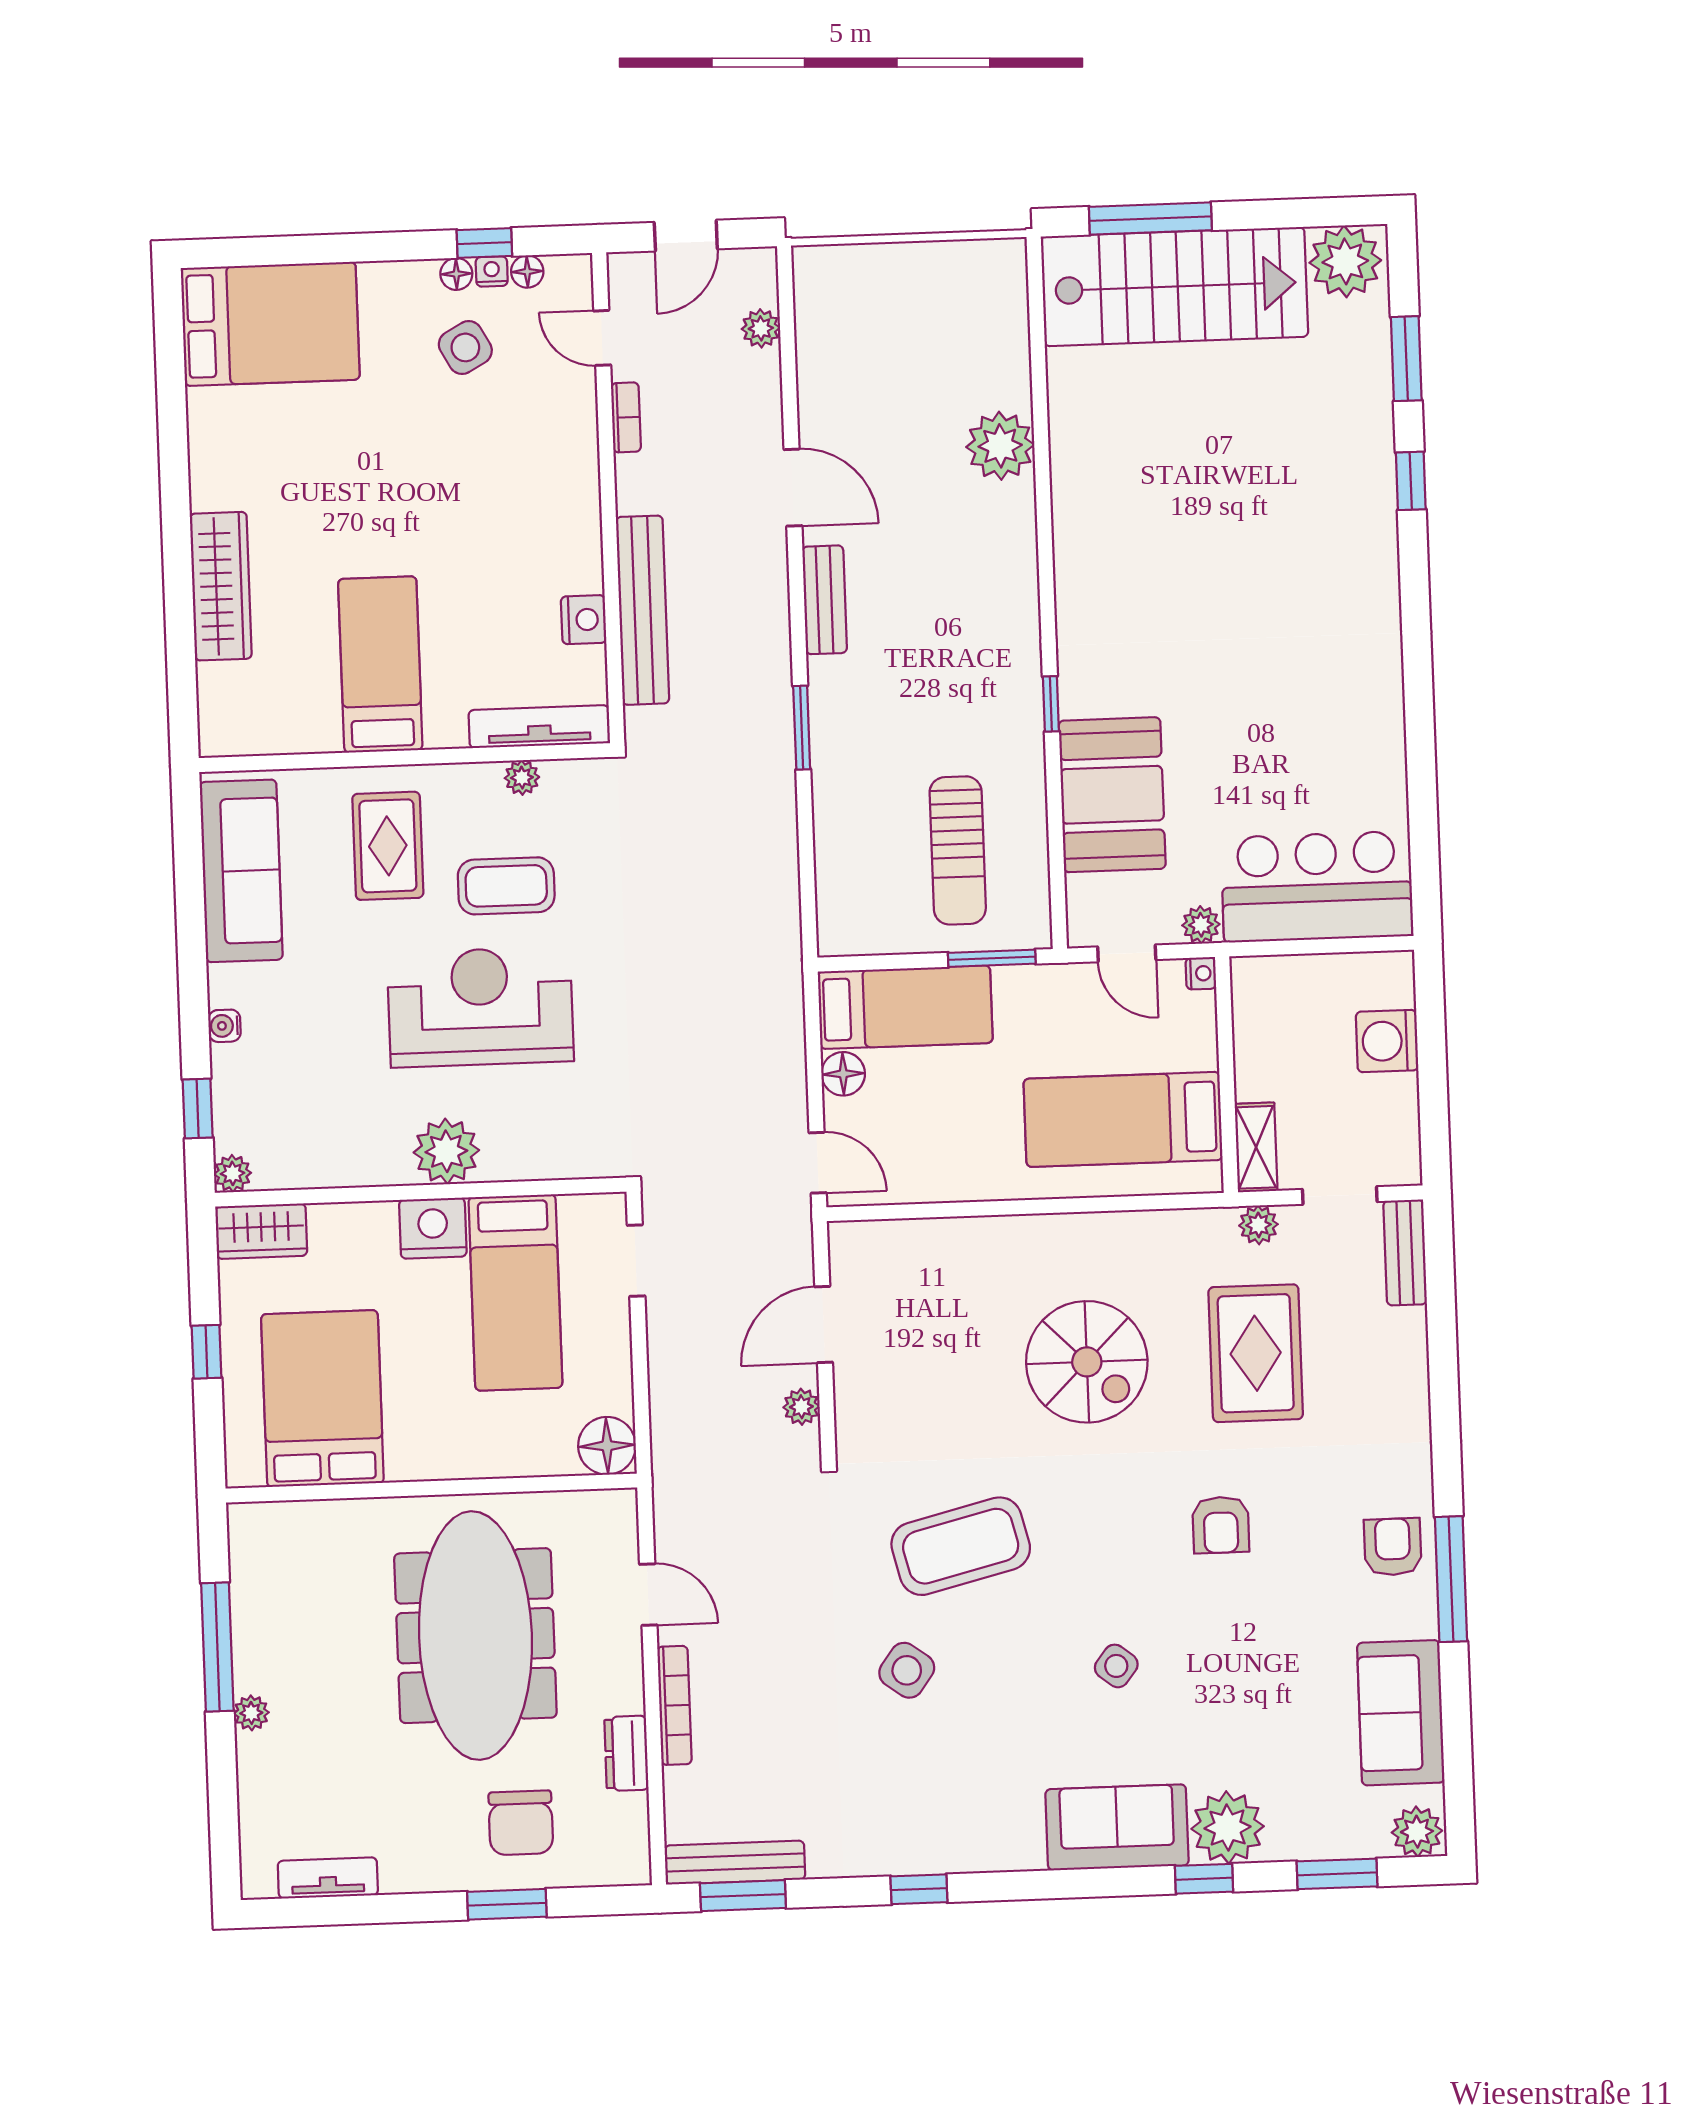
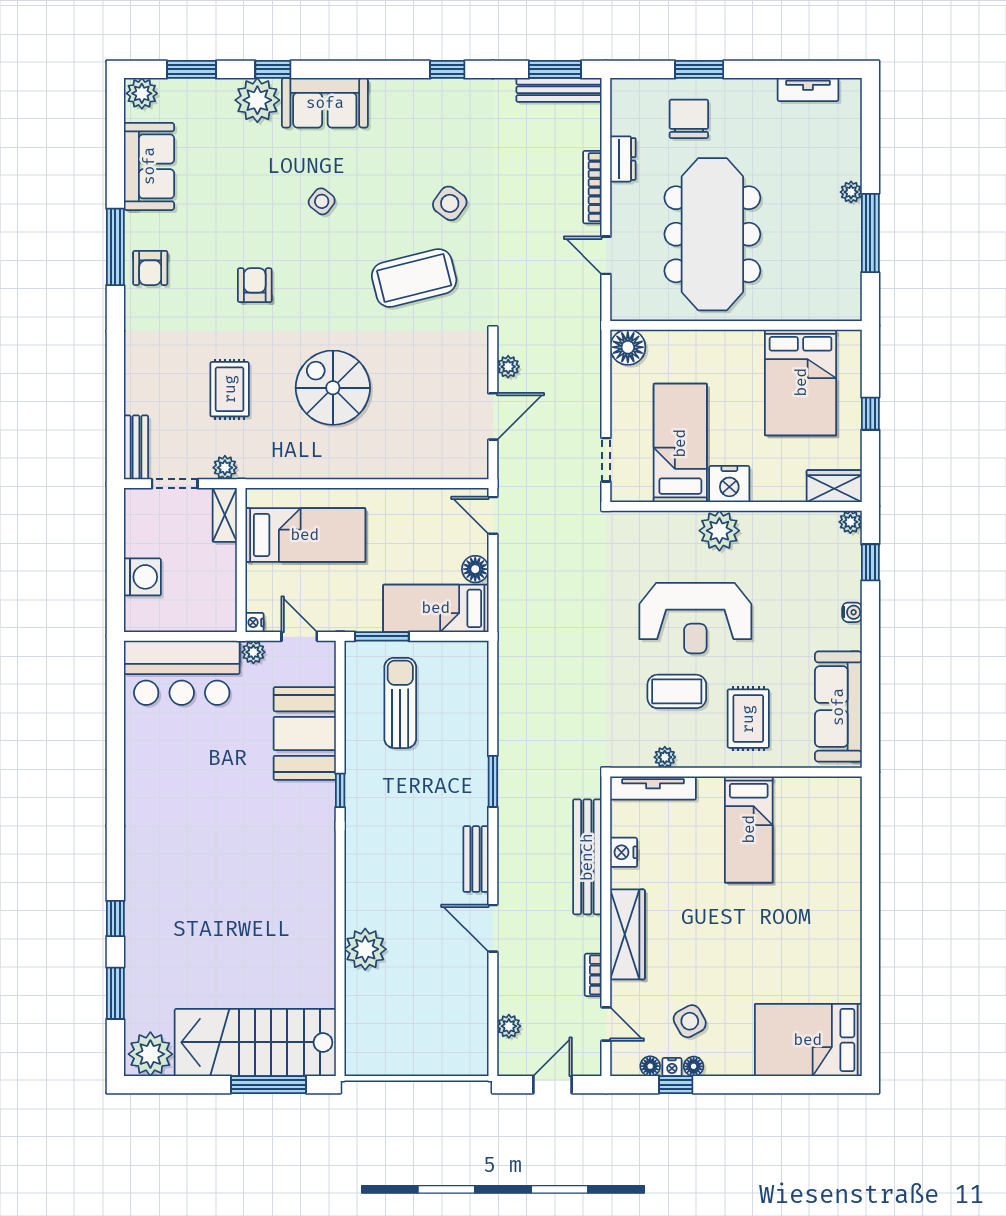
wardrobe: (221, 586) -> (628, 934), moved, turned 180
rug: (1256, 1353) -> (230, 389), width x0.73, depth x0.70

